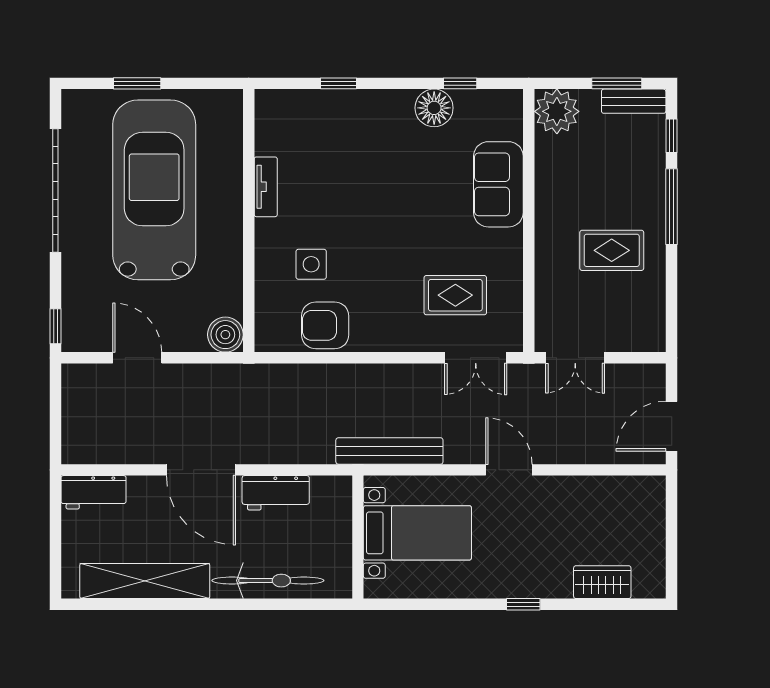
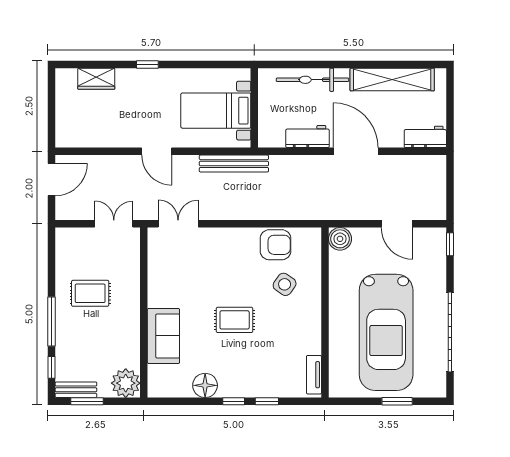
window: (460, 83) -> (234, 401), moved
tv unit: (266, 187) -> (314, 375), moved
side table: (311, 264) -> (285, 284), turned 35
rug: (455, 295) -> (235, 320), moved

